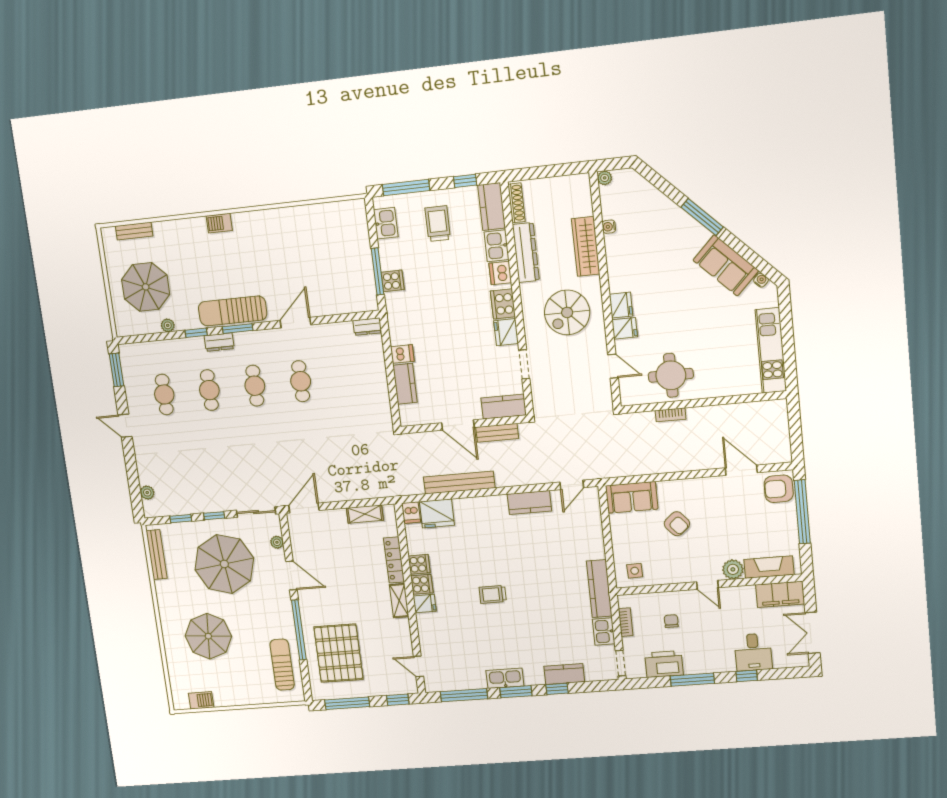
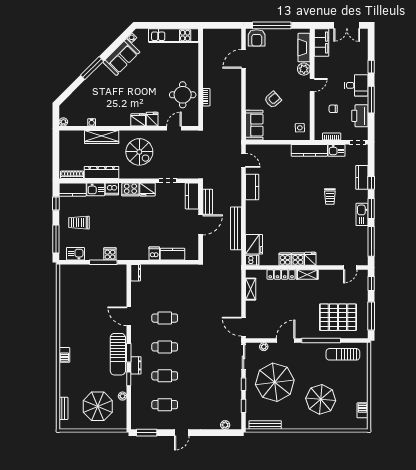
trolley: (493, 594) -> (330, 197), moved
desk: (753, 652) -> (356, 85), moved

